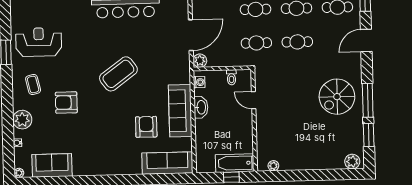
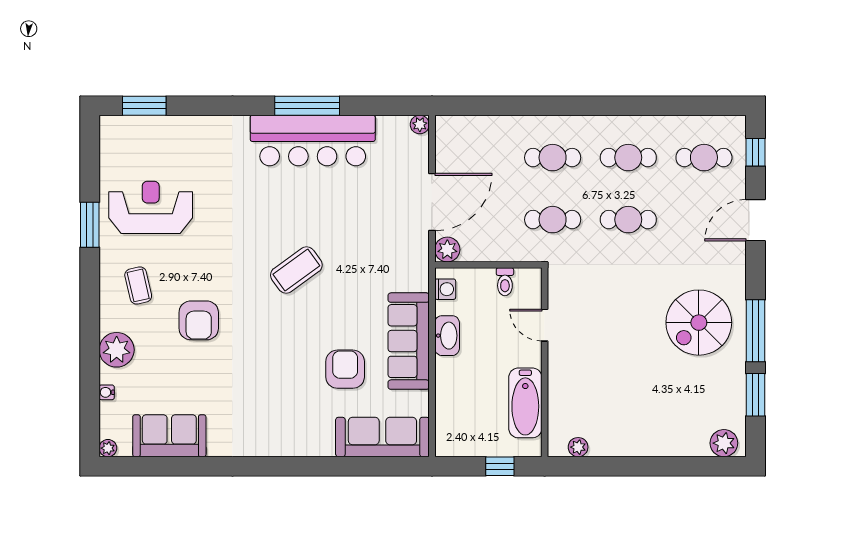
coffee table: (118, 74) -> (296, 270), width x0.73, depth x0.76
armchair: (66, 103) -> (199, 320), turned -90
bathtub: (235, 163) -> (525, 403), moved, turned -90

